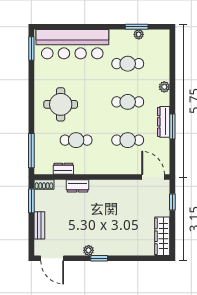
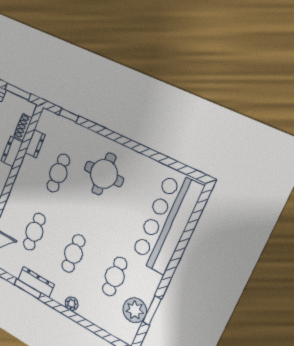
plant: (139, 34) -> (135, 310), width x1.88, depth x1.88
window: (31, 49) -> (184, 169), removed
window: (31, 151) -> (69, 115), width x0.46
shoe rack: (44, 185) -> (23, 127), moved

